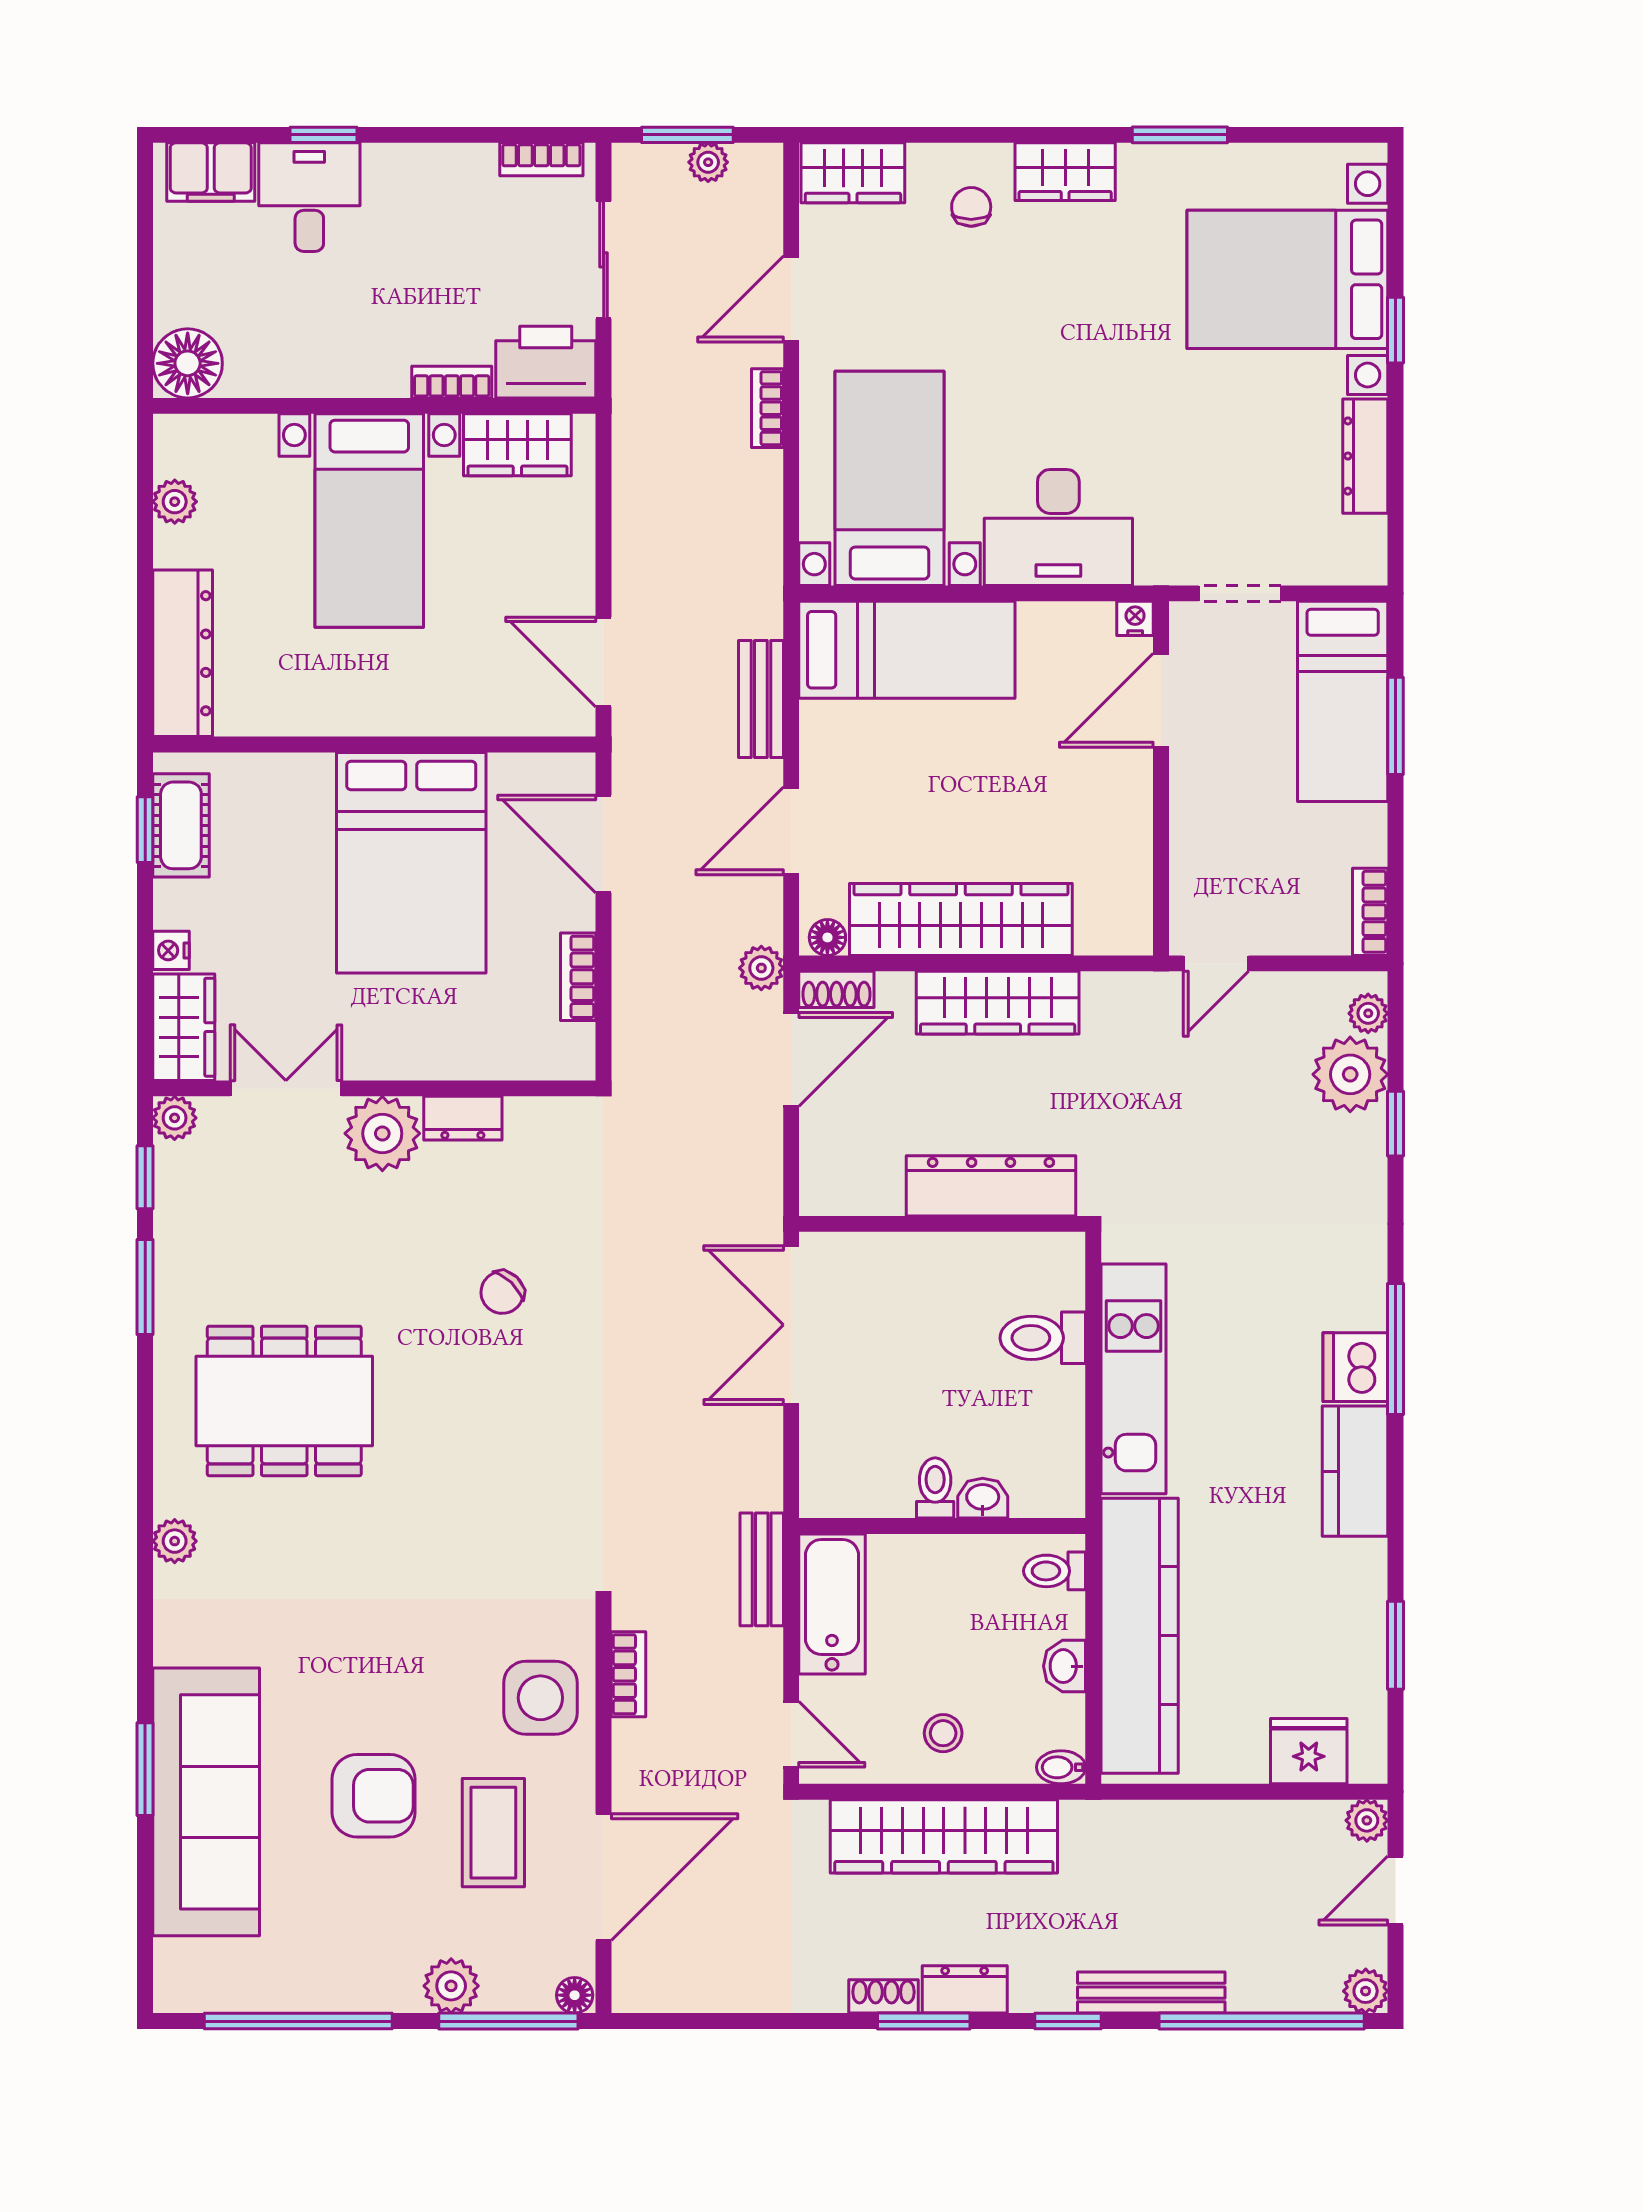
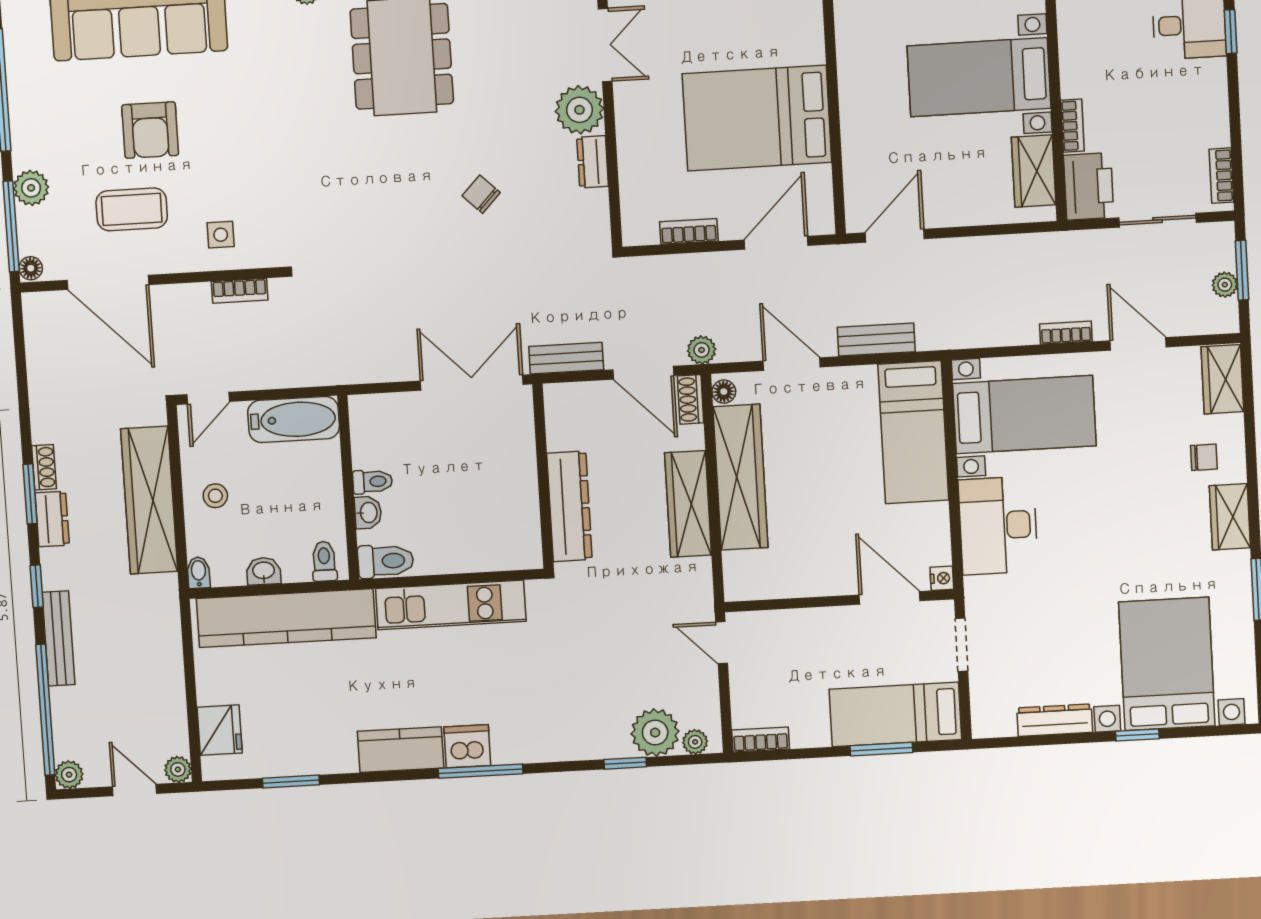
toilet: (1043, 1338) -> (386, 561), moved, turned 90
bench: (762, 1569) -> (566, 358), moved
side table: (540, 1698) -> (221, 235), width x0.54, depth x0.54

